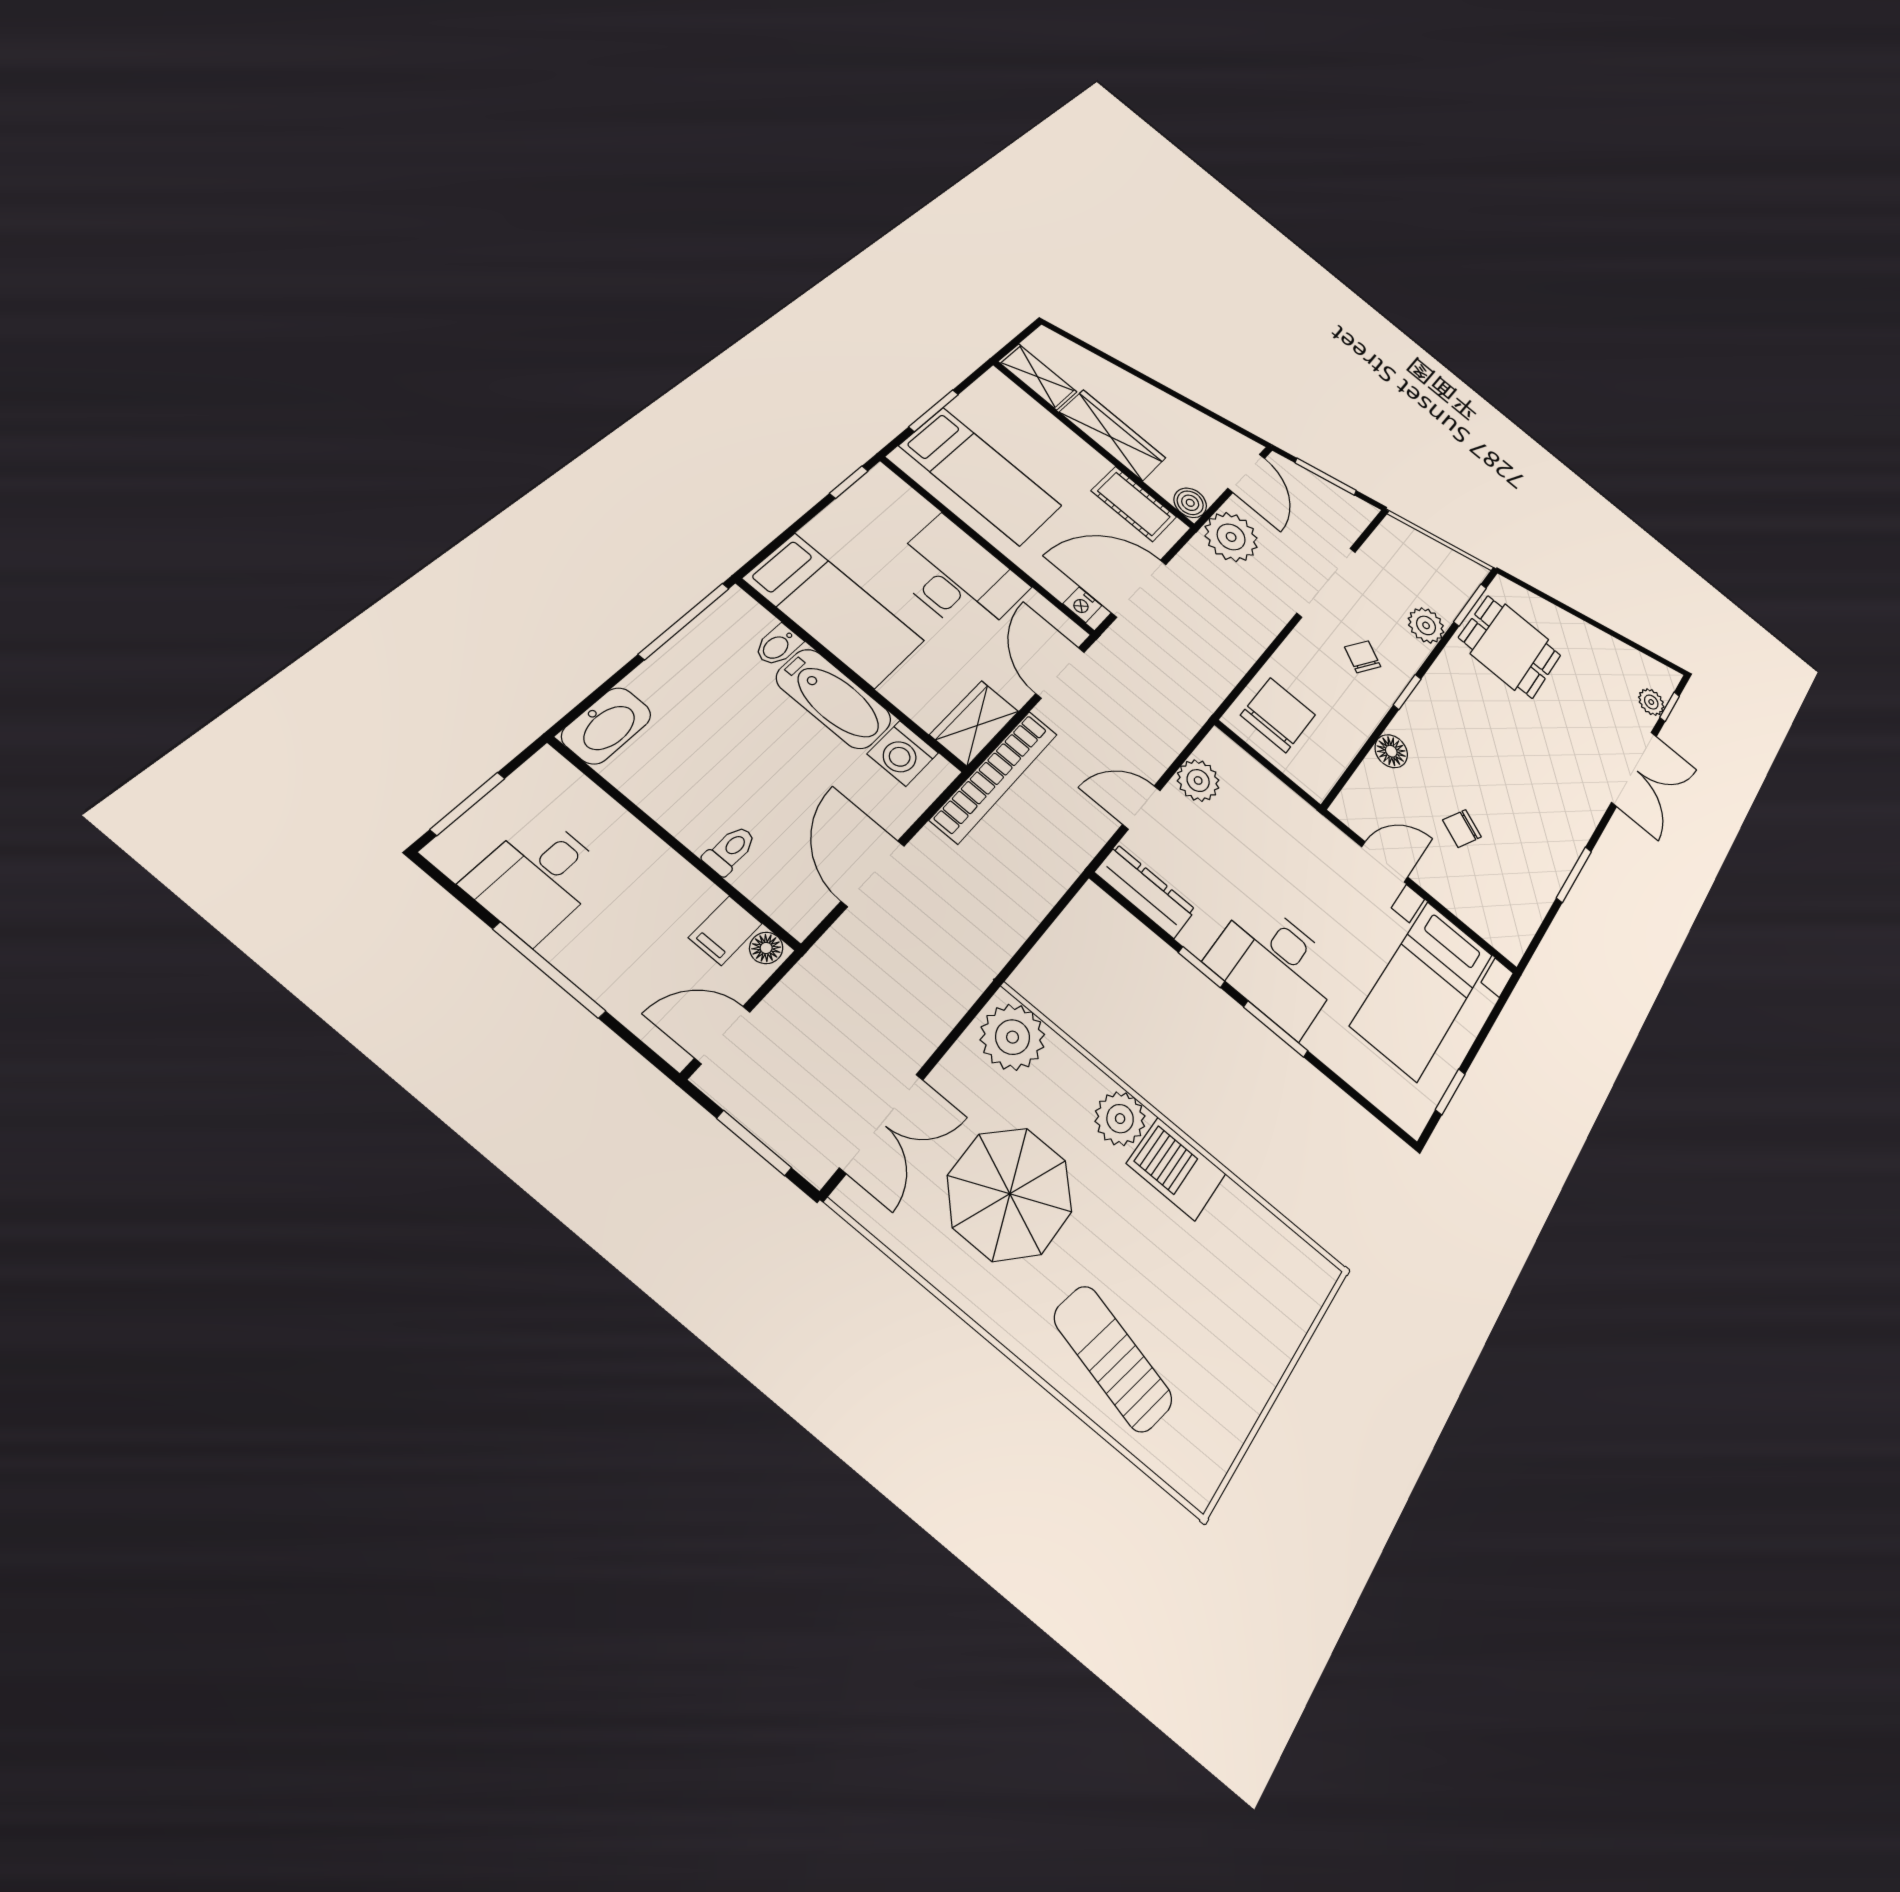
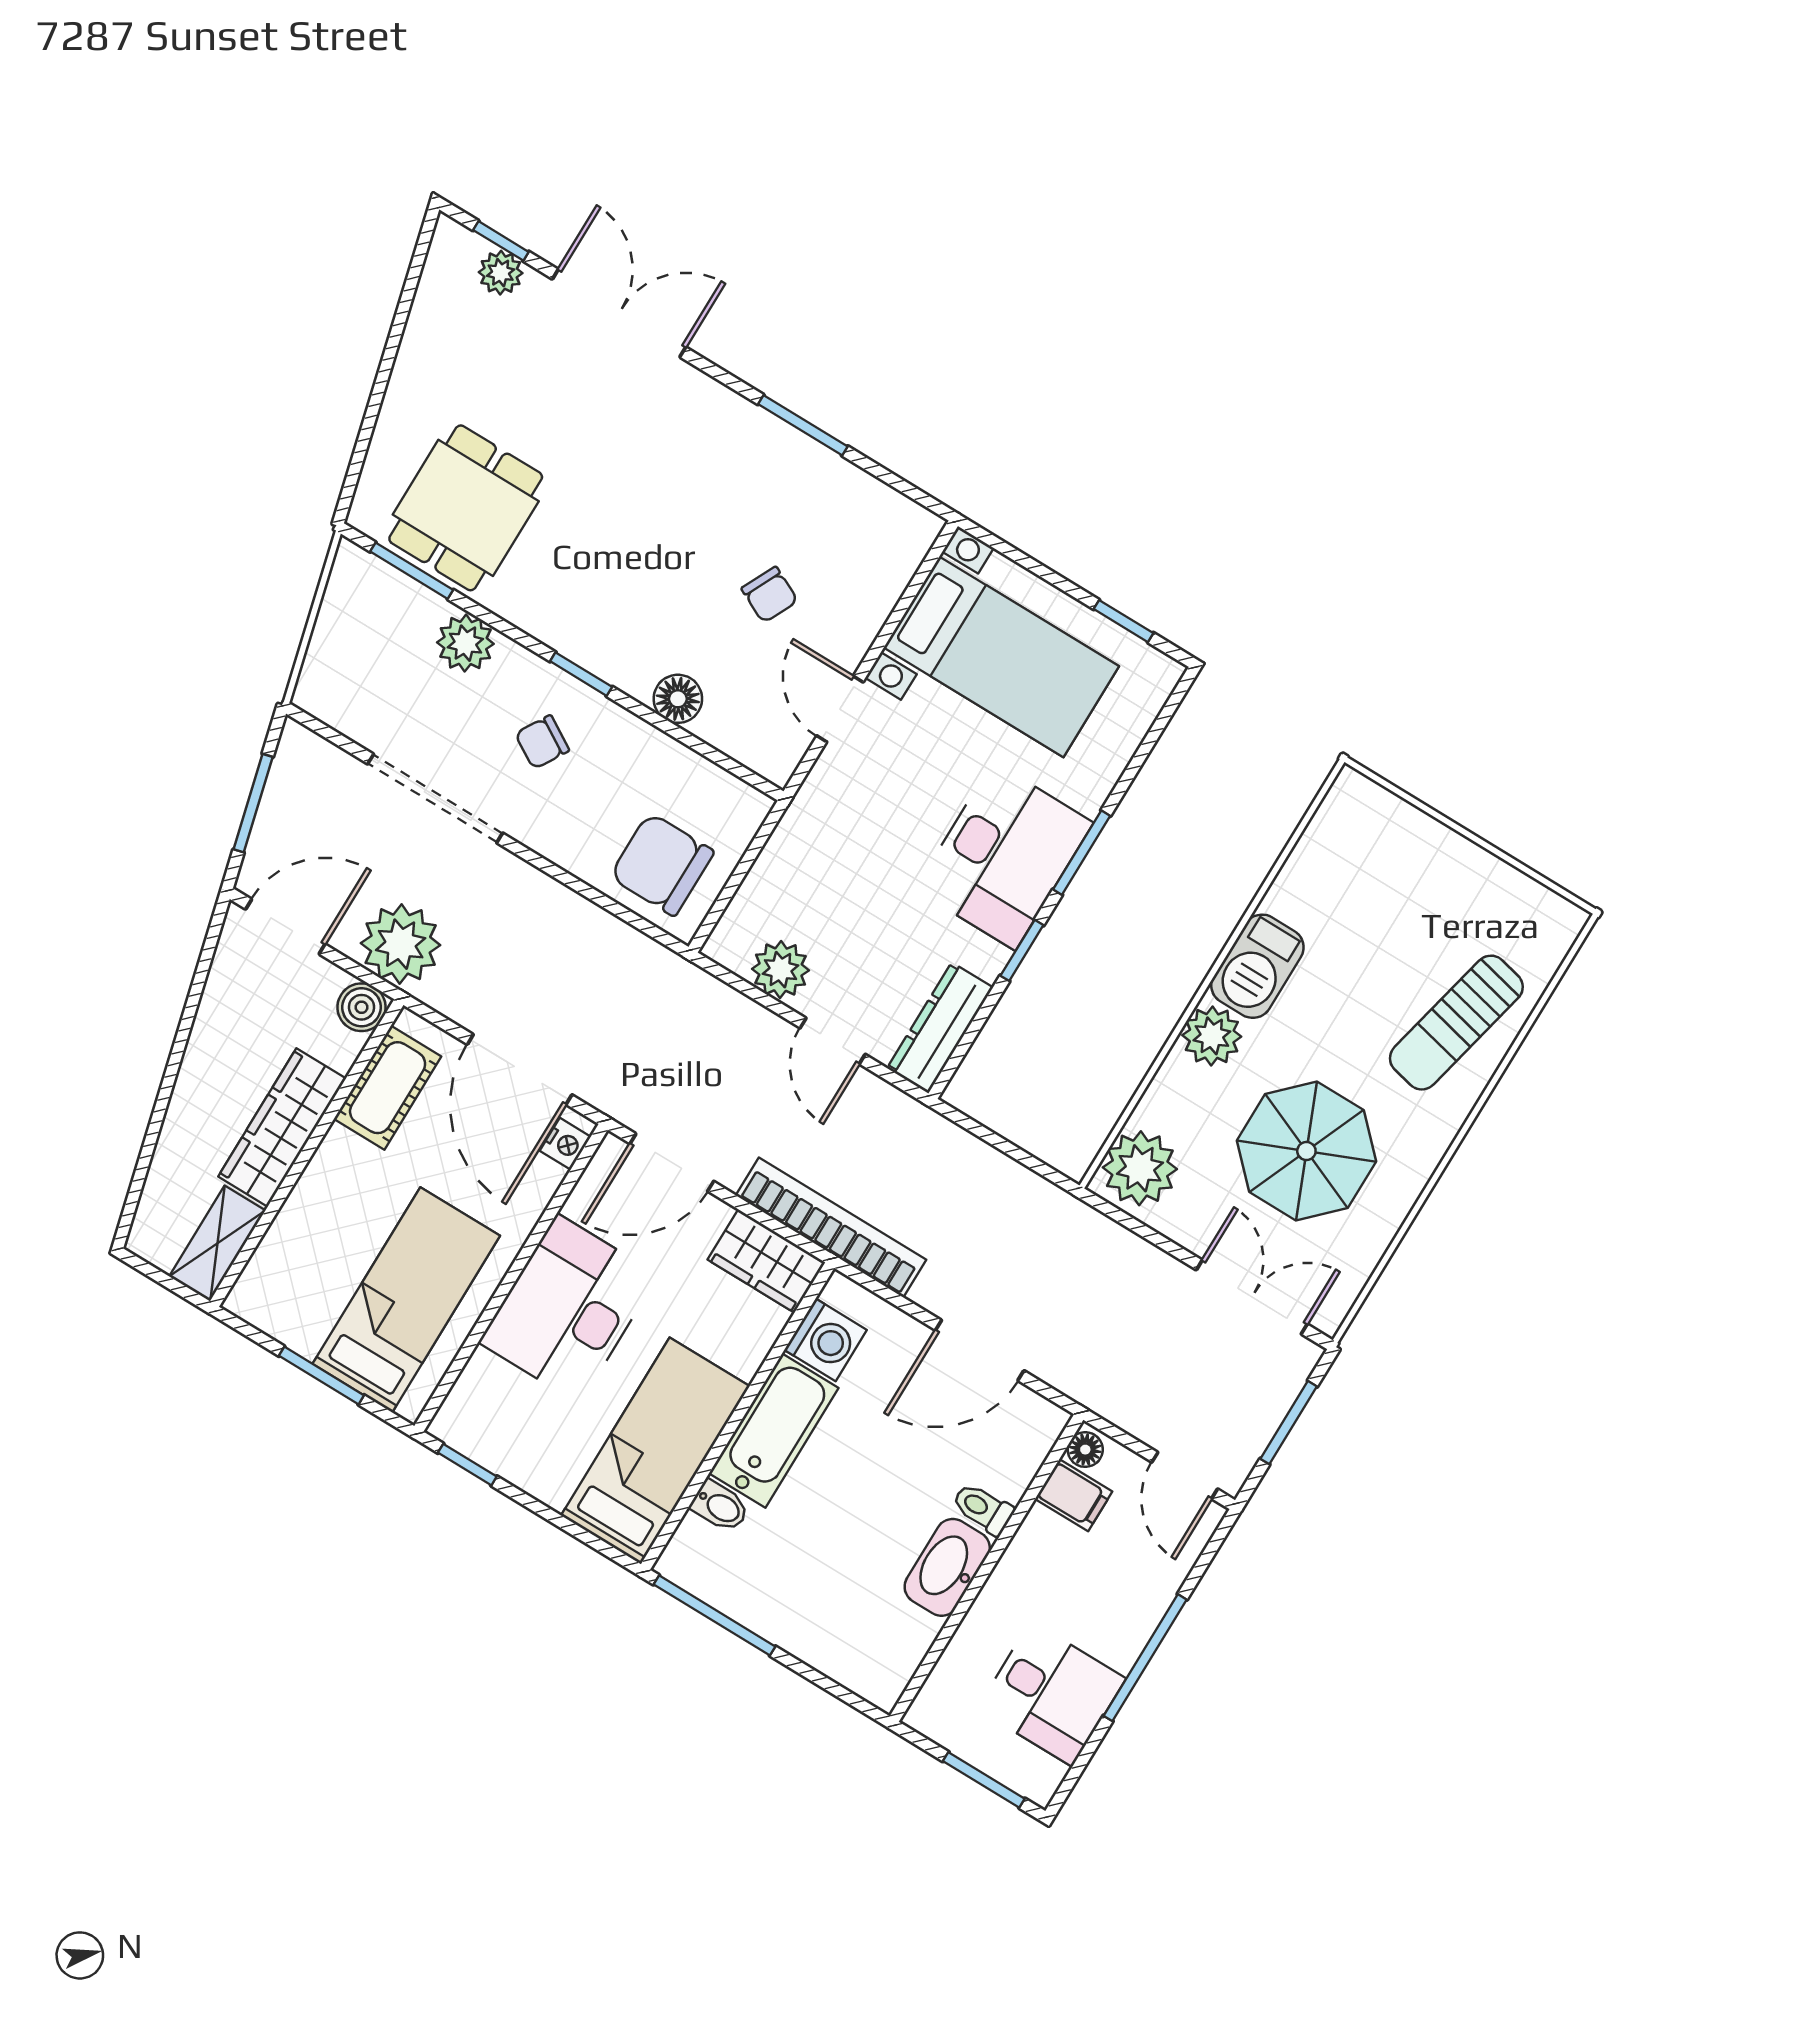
washbasin: (606, 726) -> (947, 1567), moved, turned -90

